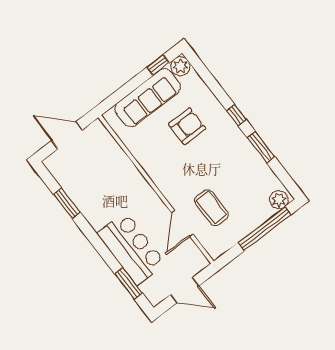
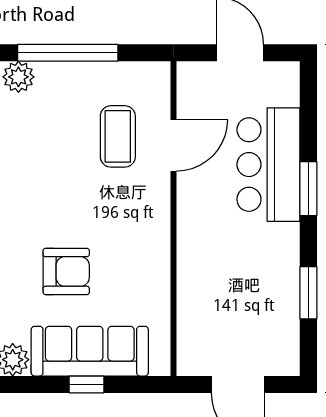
window: (158, 65) -> (87, 384), moved
armchair: (187, 126) -> (66, 271), turned 180
window: (128, 283) -> (308, 189), moved

